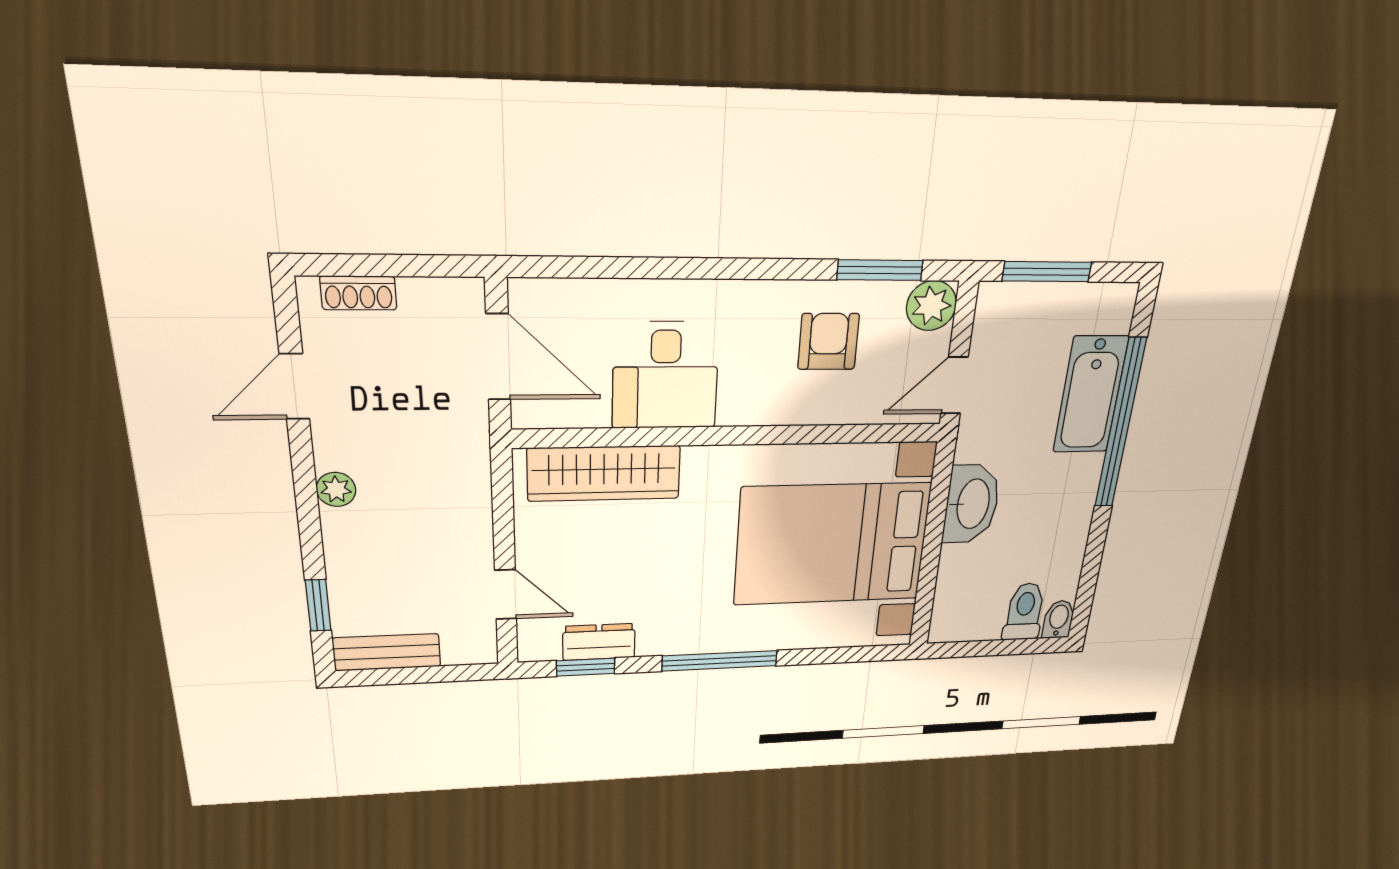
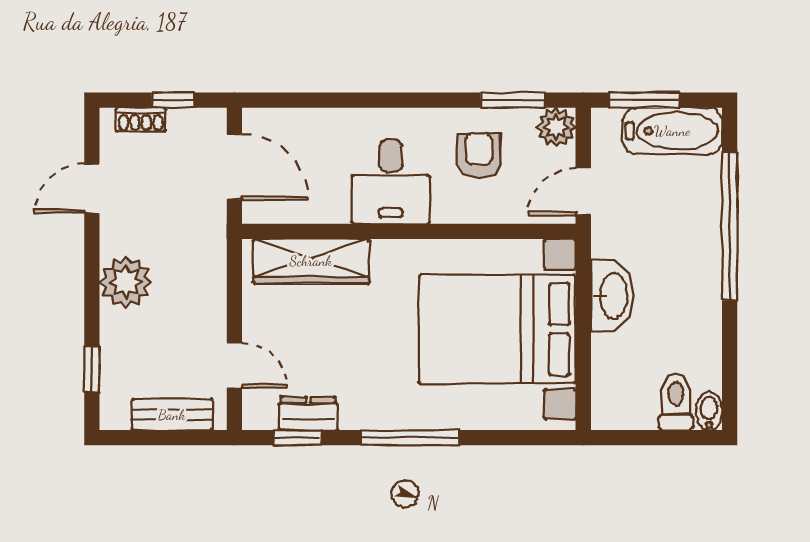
window: (405, 266) -> (173, 100), added
desk: (665, 375) -> (391, 182), moved
bathtub: (1090, 395) -> (672, 131), moved, turned -90
plant: (336, 489) -> (126, 282), width x1.87, depth x1.87
bench: (387, 652) -> (172, 415), moved

